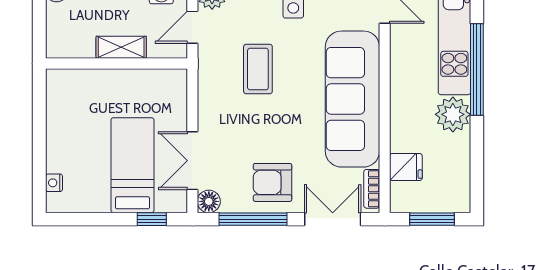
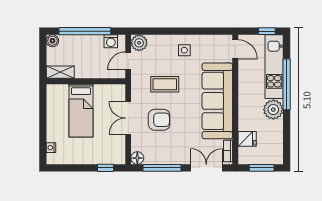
shelving: (121, 47) -> (60, 72), moved
coffee table: (258, 69) -> (165, 84), turned 90
double door: (192, 161) -> (128, 118), moved
bed: (132, 165) -> (81, 111), moved, turned 180
armchair: (272, 182) -> (159, 120), moved, turned 180

